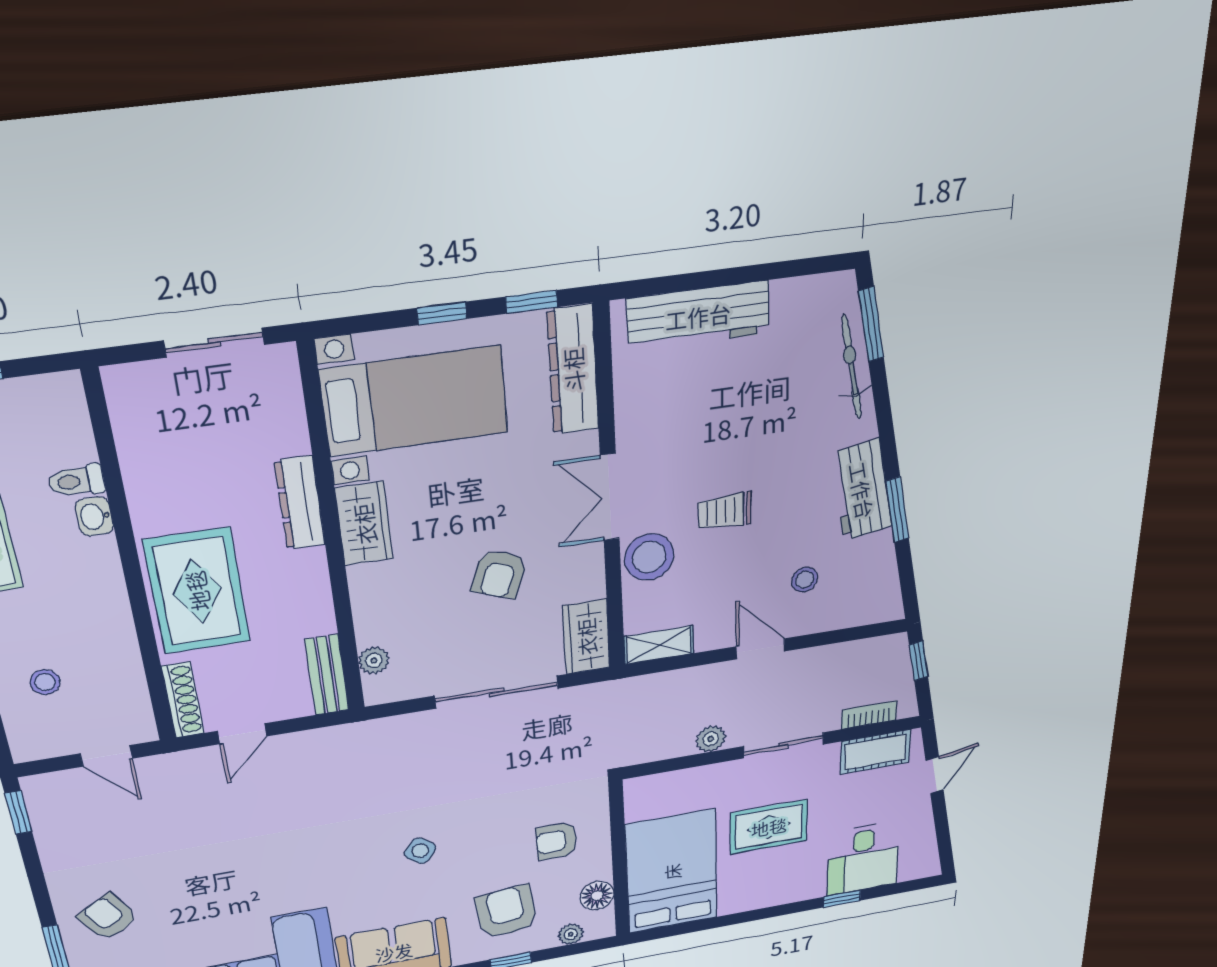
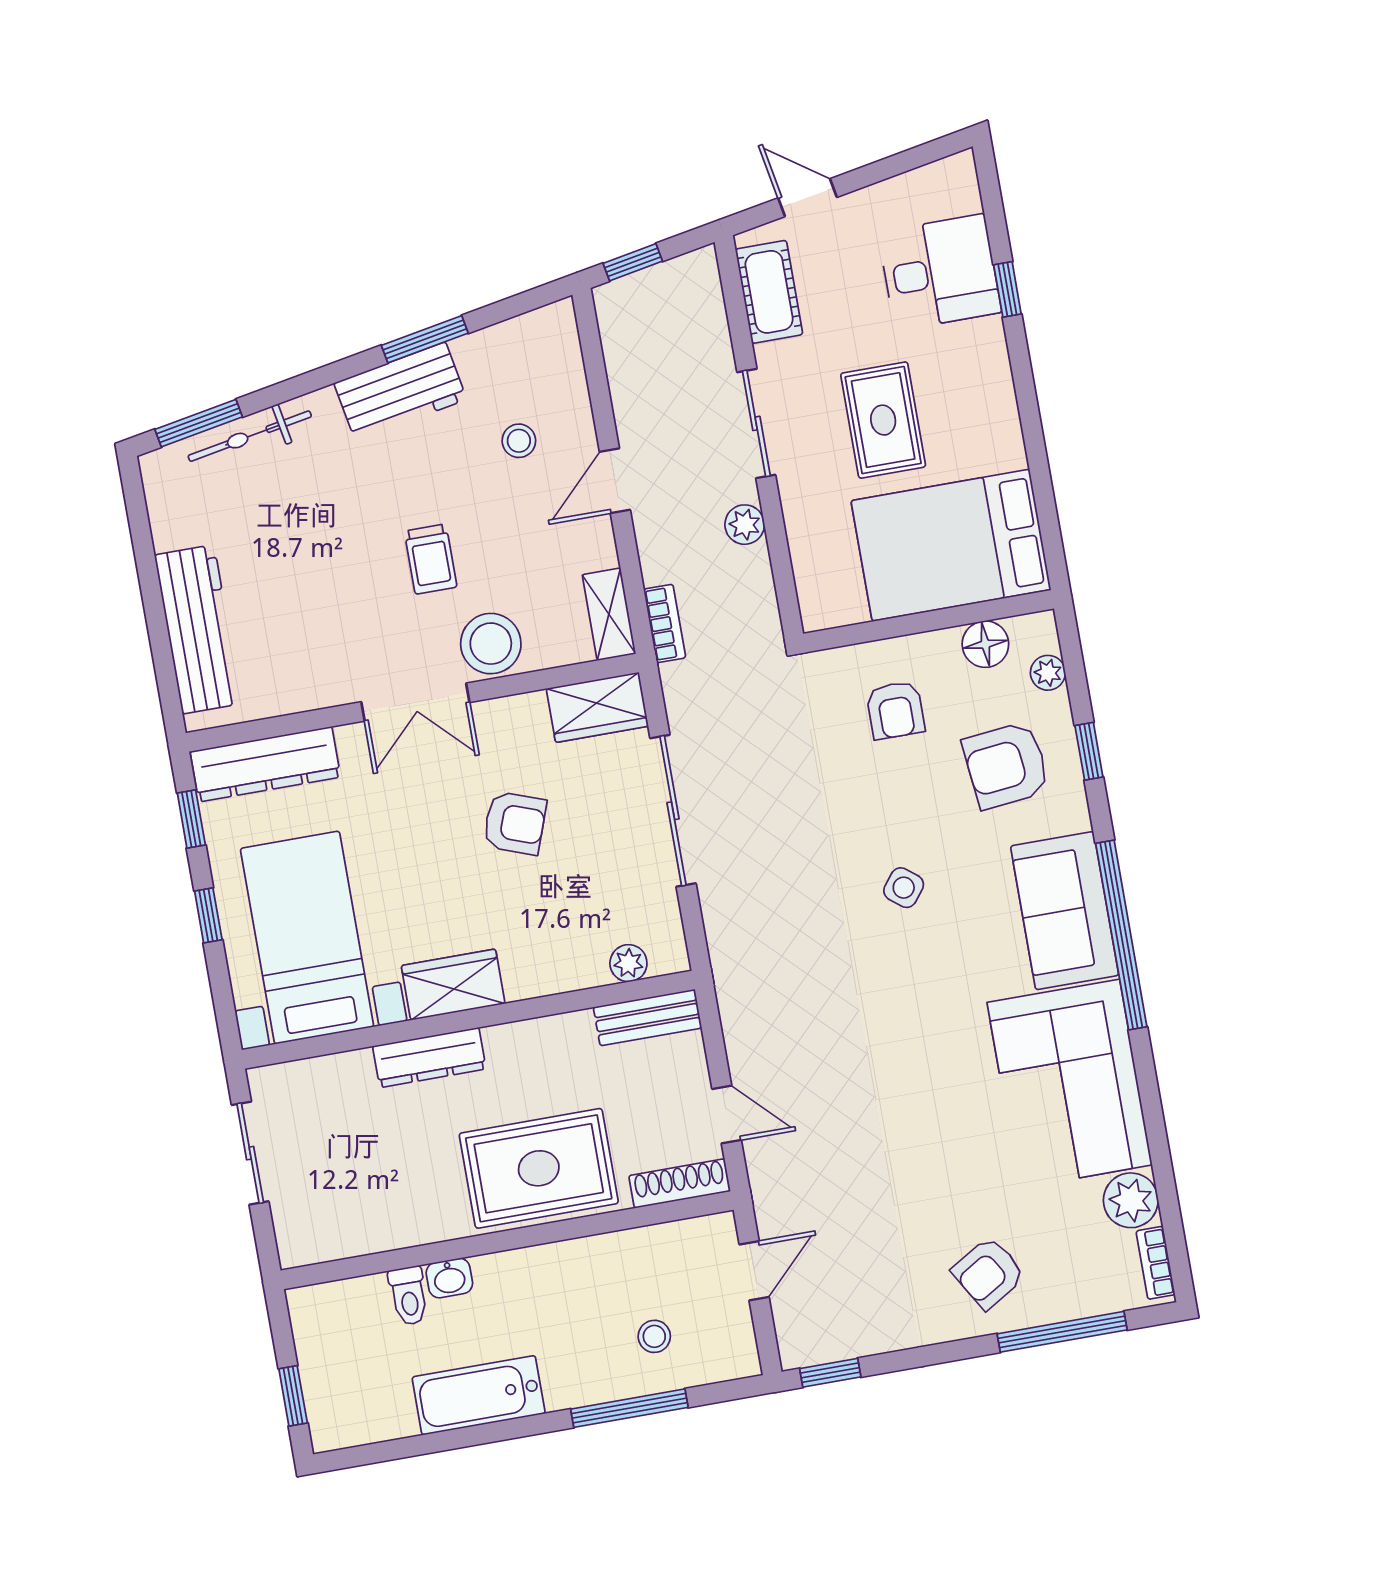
bookcase: (869, 715) -> (665, 623), moved, turned 180

